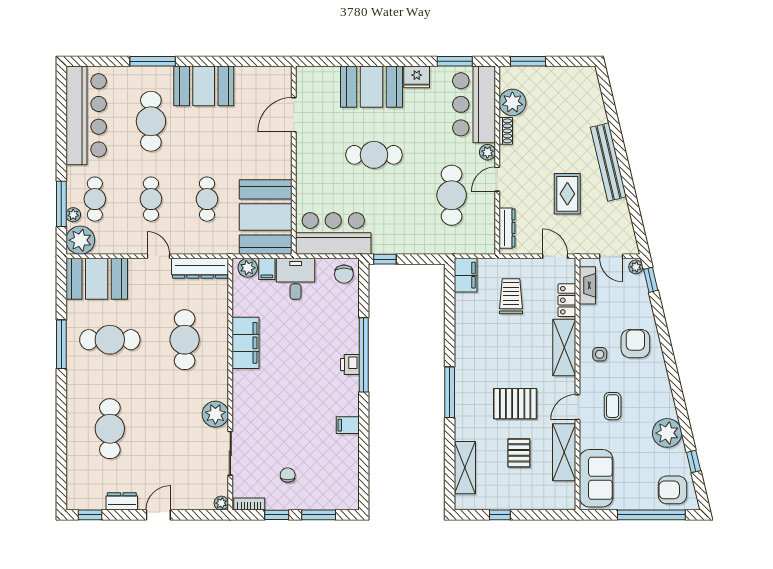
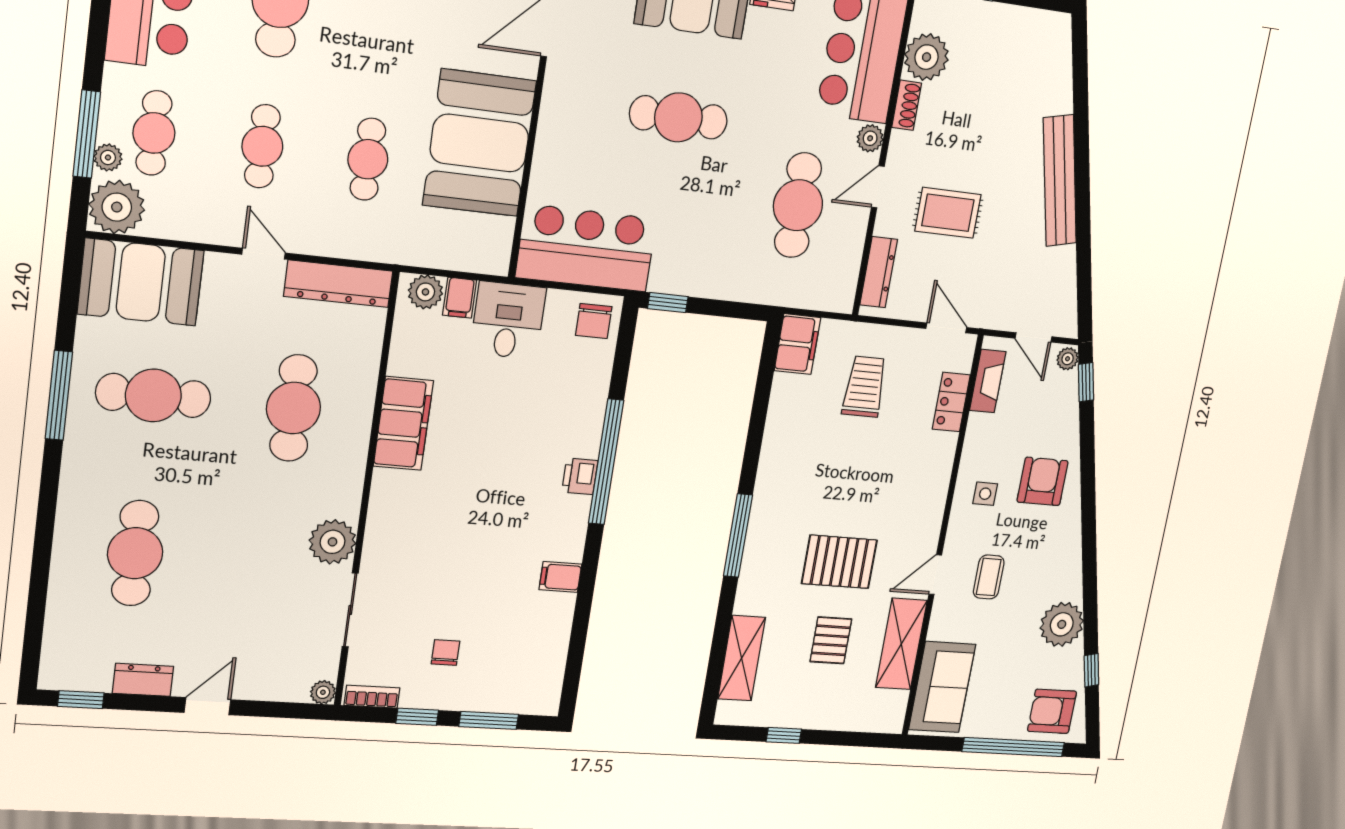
rug: (567, 194) -> (948, 213), moved, turned 90
booth: (266, 217) -> (479, 143), moved
shelving: (564, 348) -> (933, 478), removed

